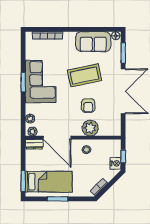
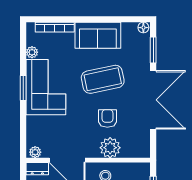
sofa: (93, 42) -> (98, 35), moved
armchair: (88, 106) -> (107, 118), turned 180
plant: (30, 119) -> (32, 52), moved

